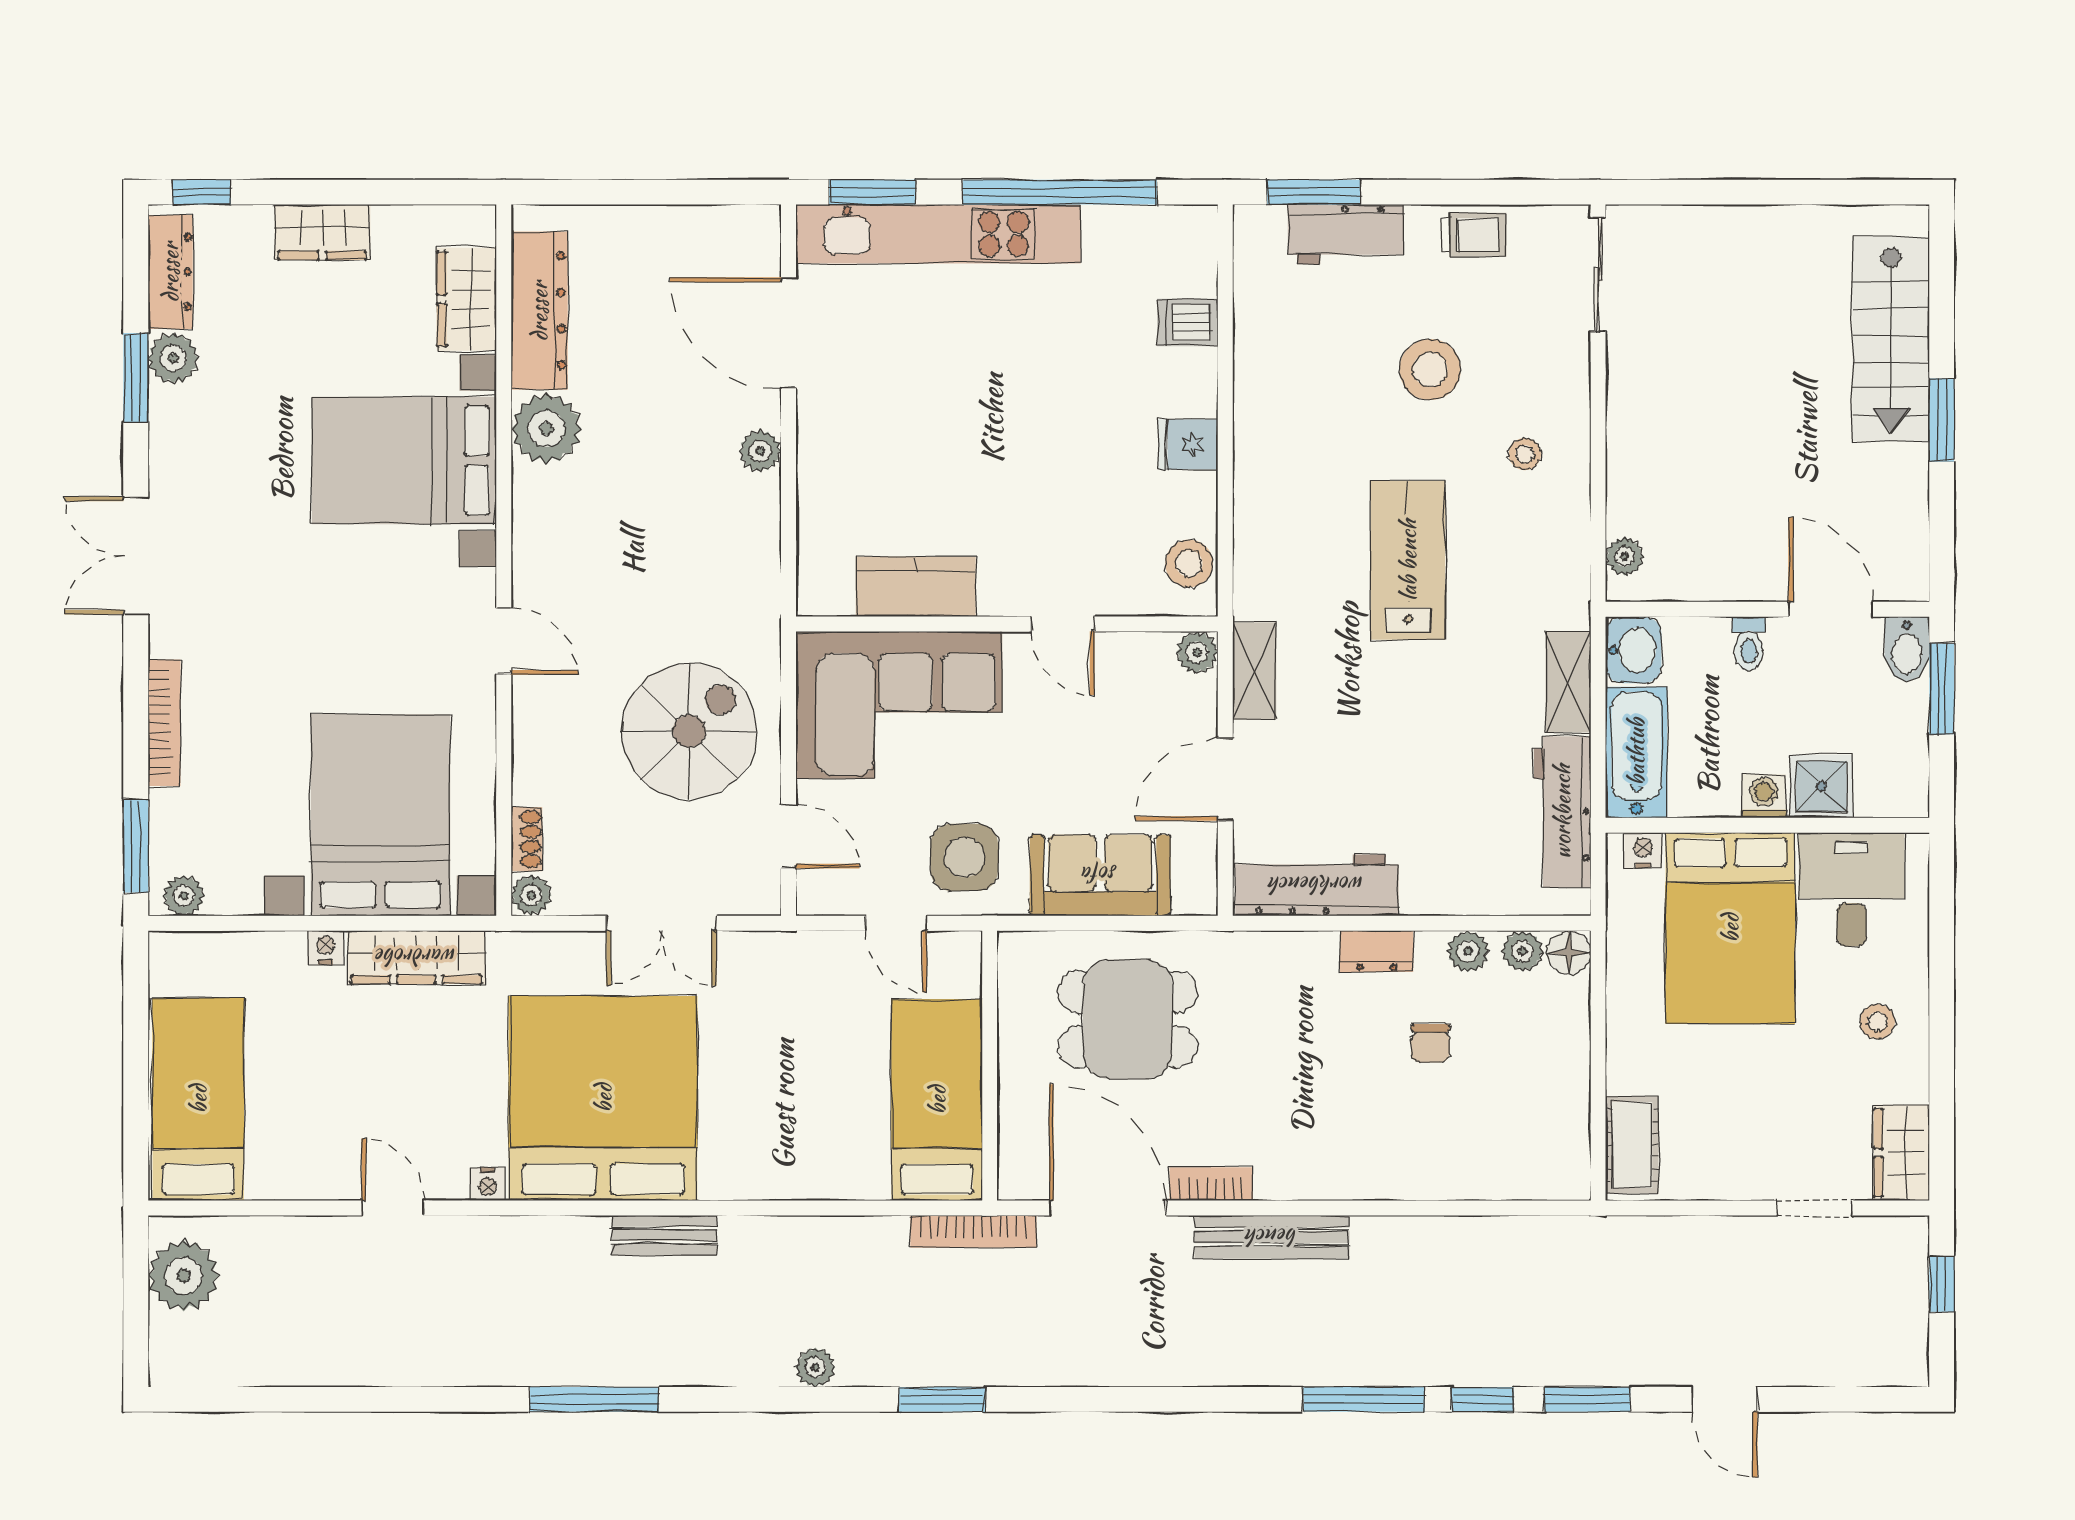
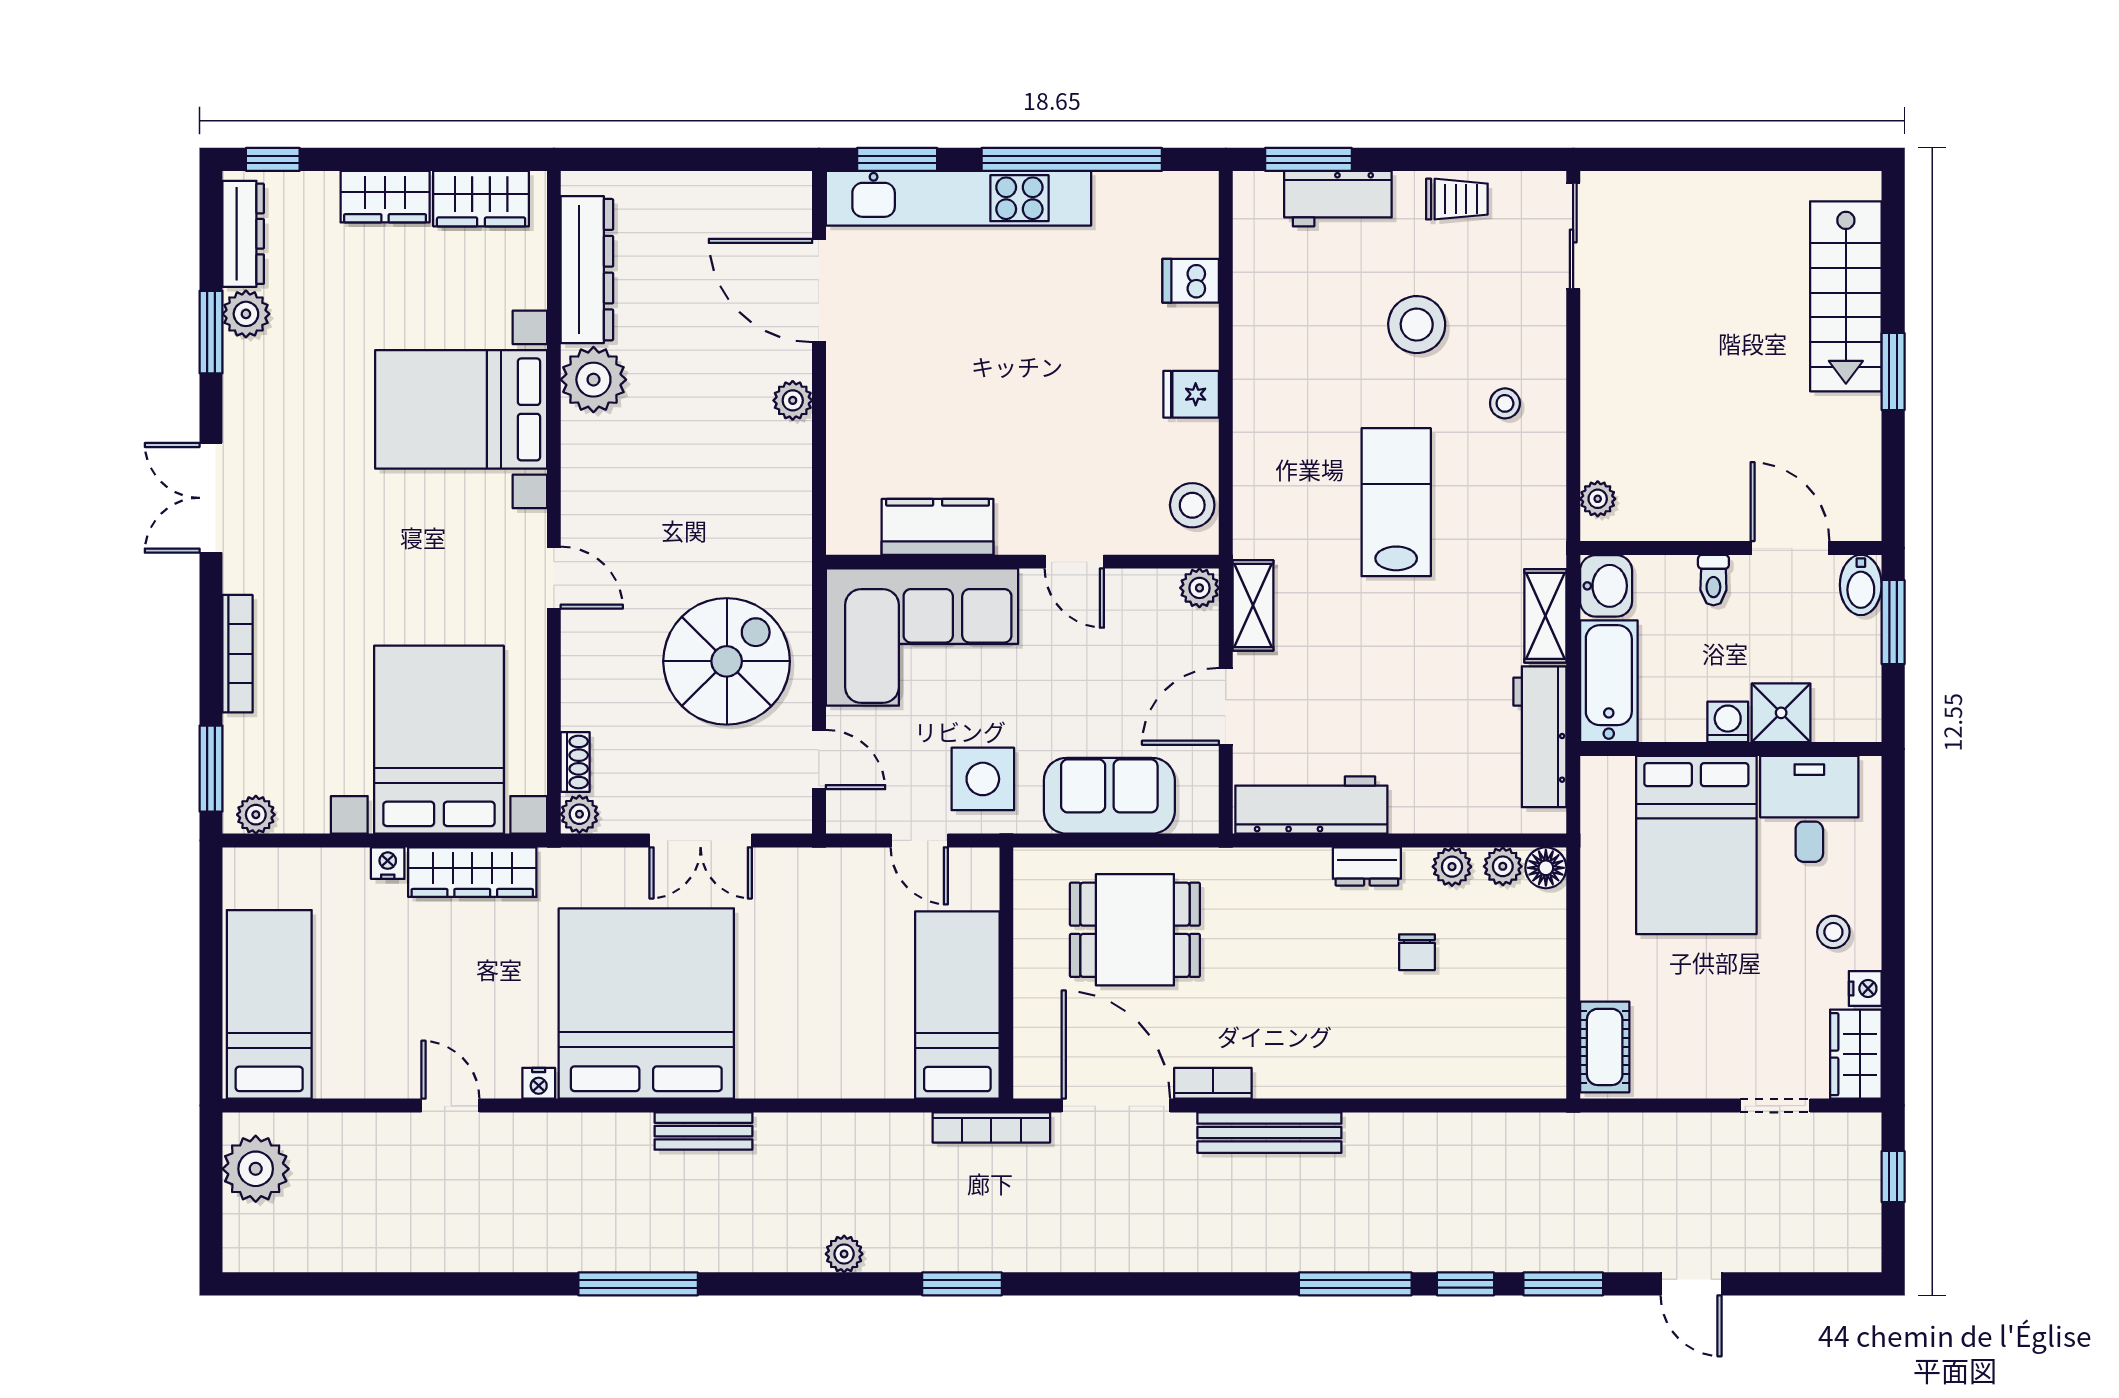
wardrobe: (467, 299) -> (481, 199), moved, turned -90
nightstand: (1643, 850) -> (1865, 989), moved, turned 90

